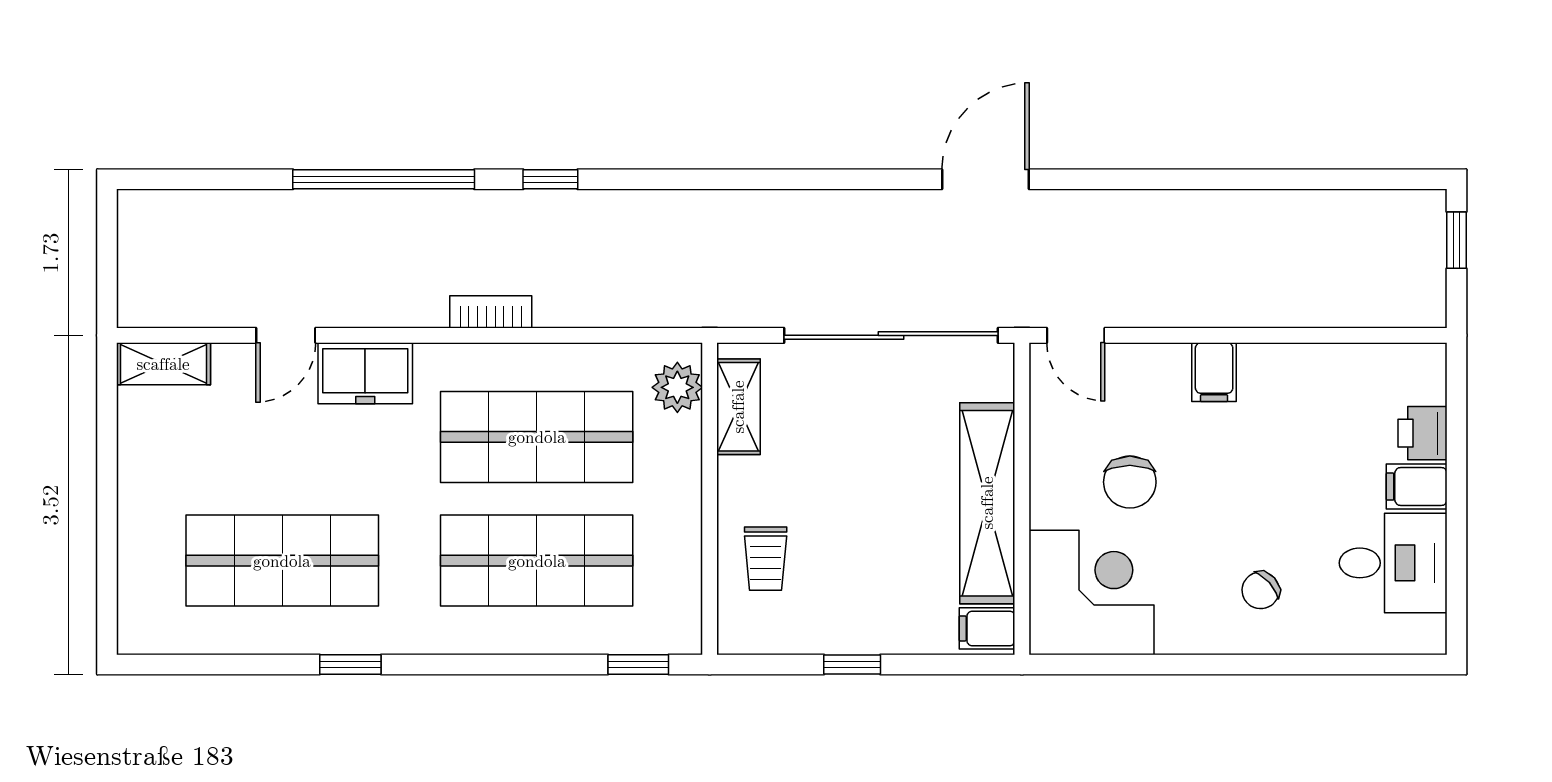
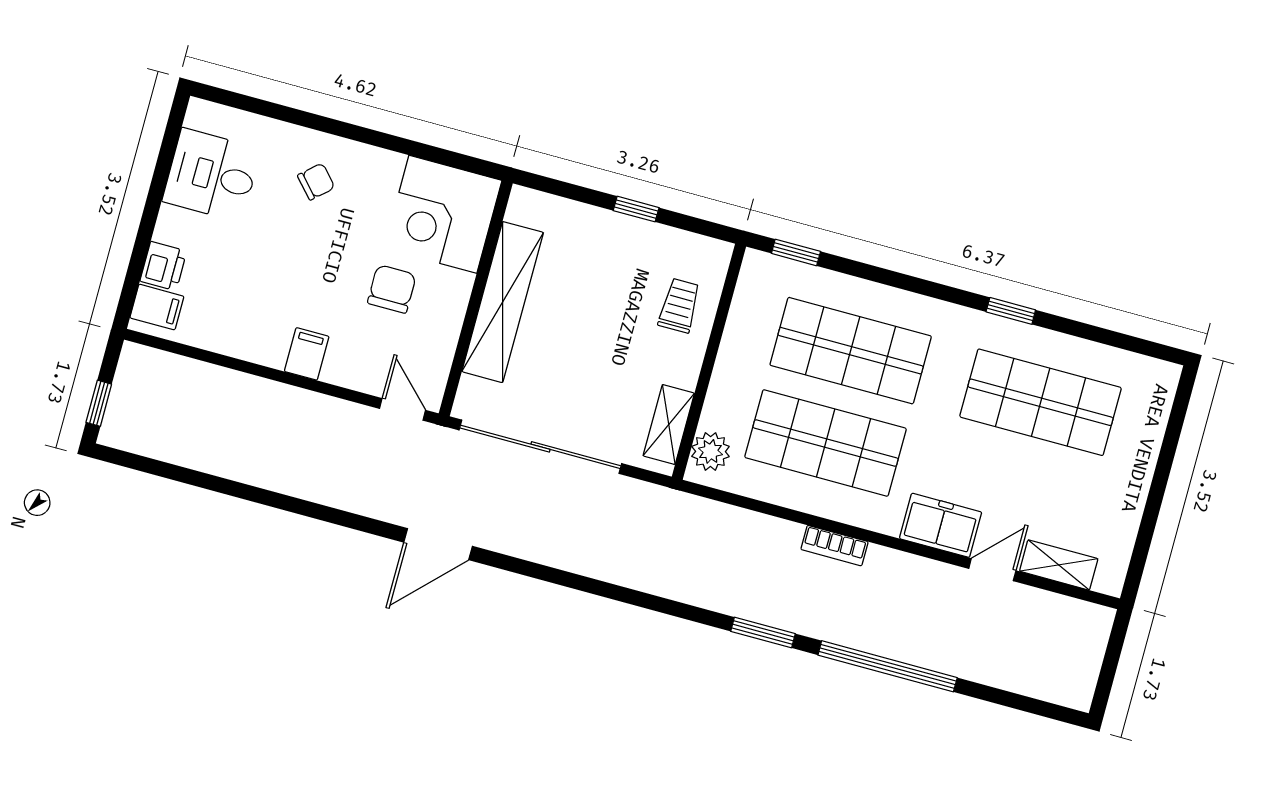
window: (550, 179) -> (763, 632), width x1.50
shelving: (163, 364) -> (1059, 565), moved
filing cabinet: (1417, 487) -> (157, 307), moved
filing cabinet: (987, 628) -> (528, 209), removed

